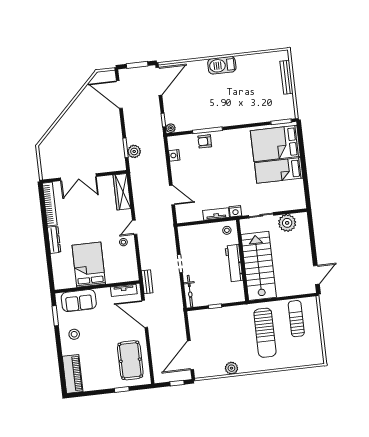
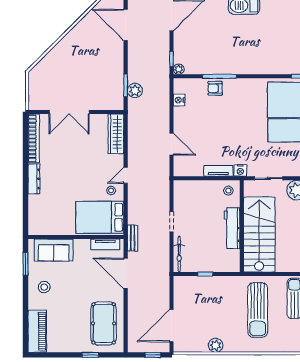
bed: (89, 265) -> (100, 217), moved, turned -90

